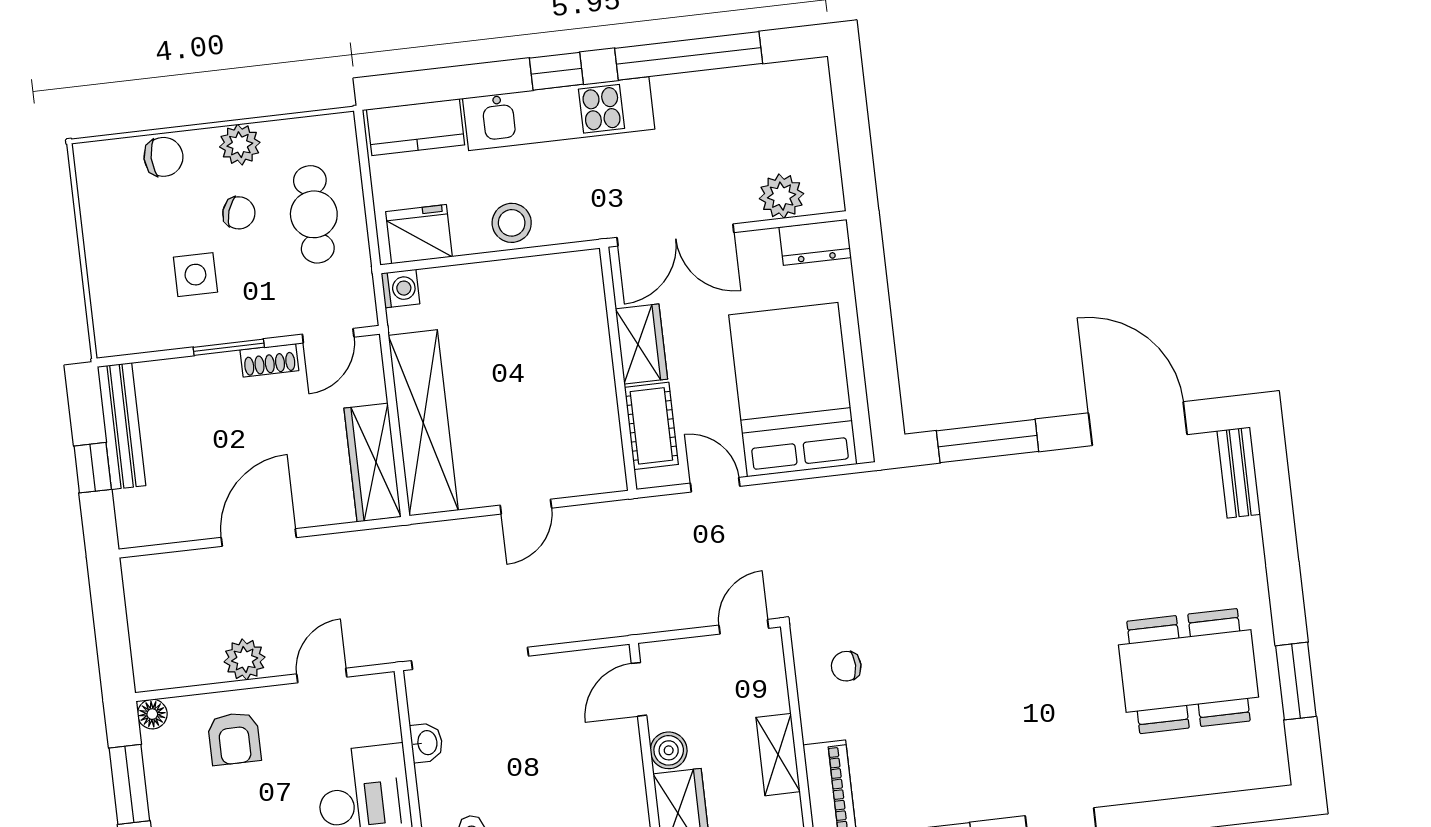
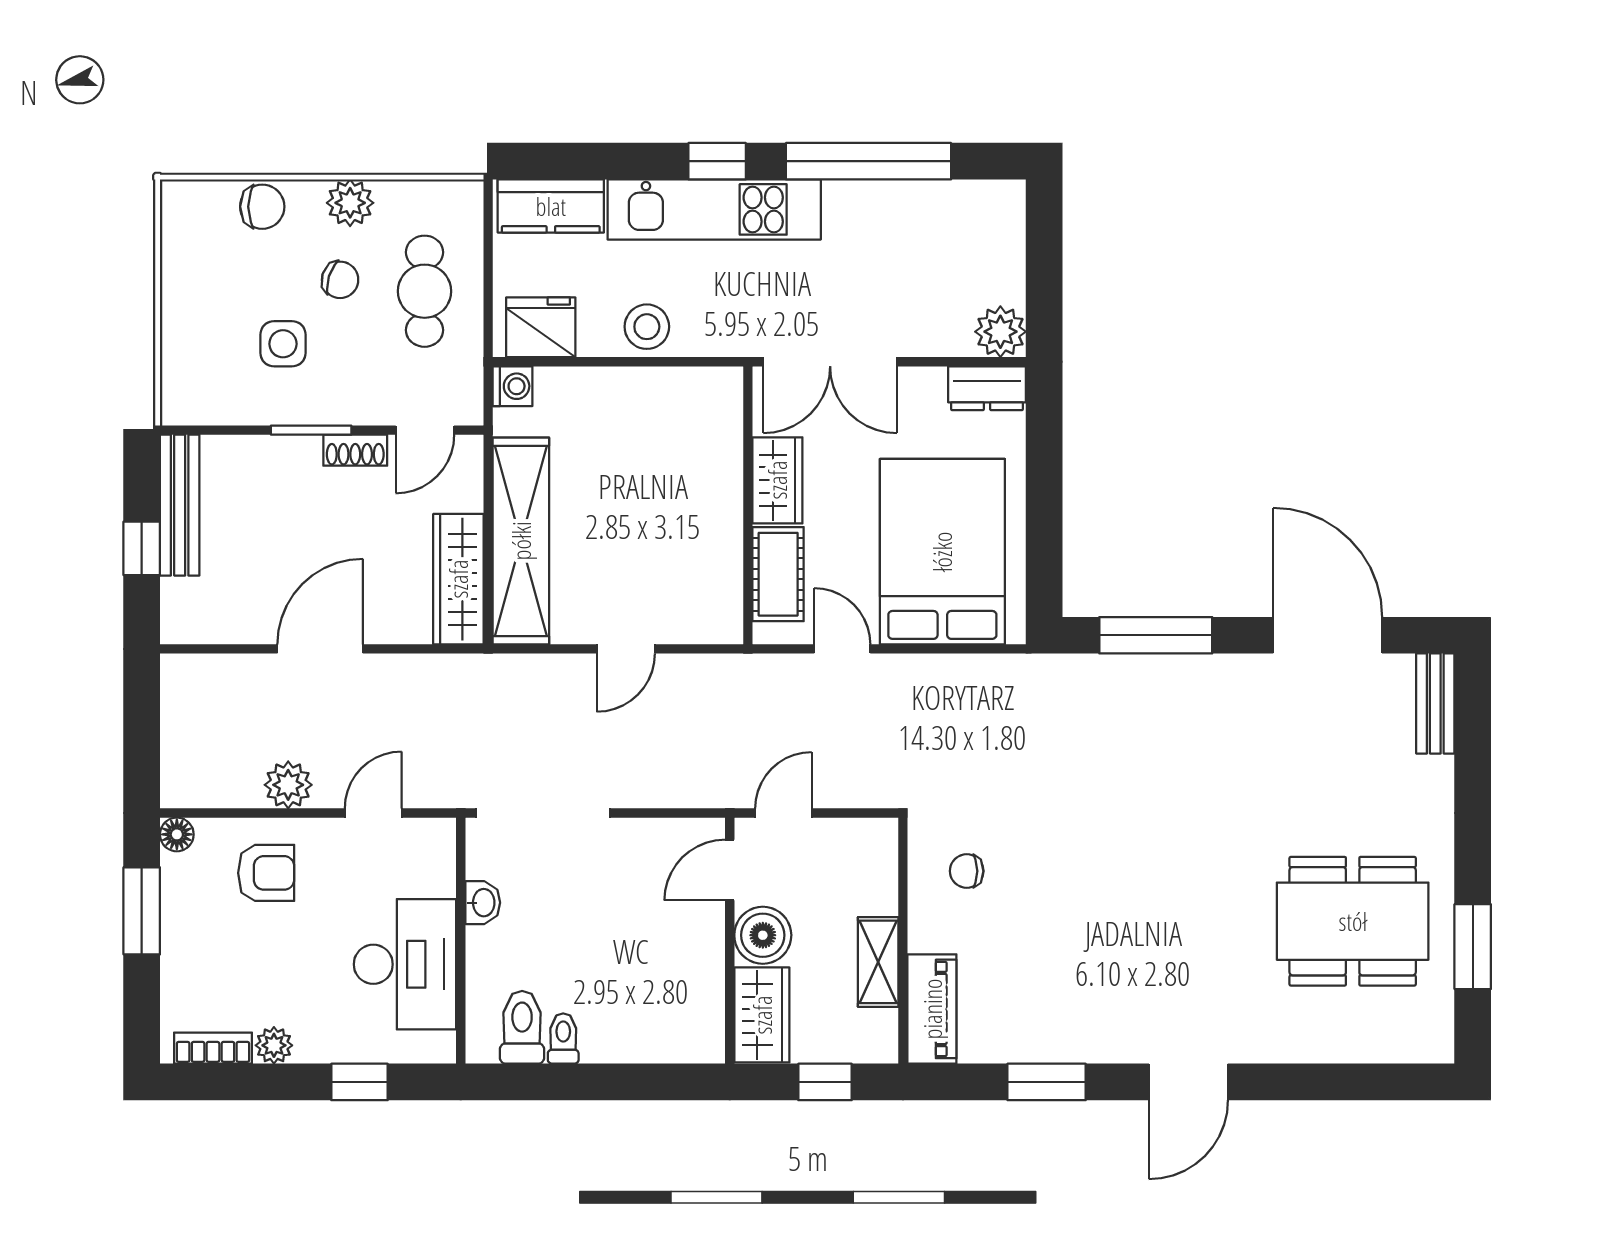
plant: (782, 196) -> (1000, 332), moved
door: (744, 627) -> (783, 813), moved
armchair: (234, 739) -> (266, 873), turned -90
boiler: (669, 750) -> (763, 935), width x1.36, depth x1.36

